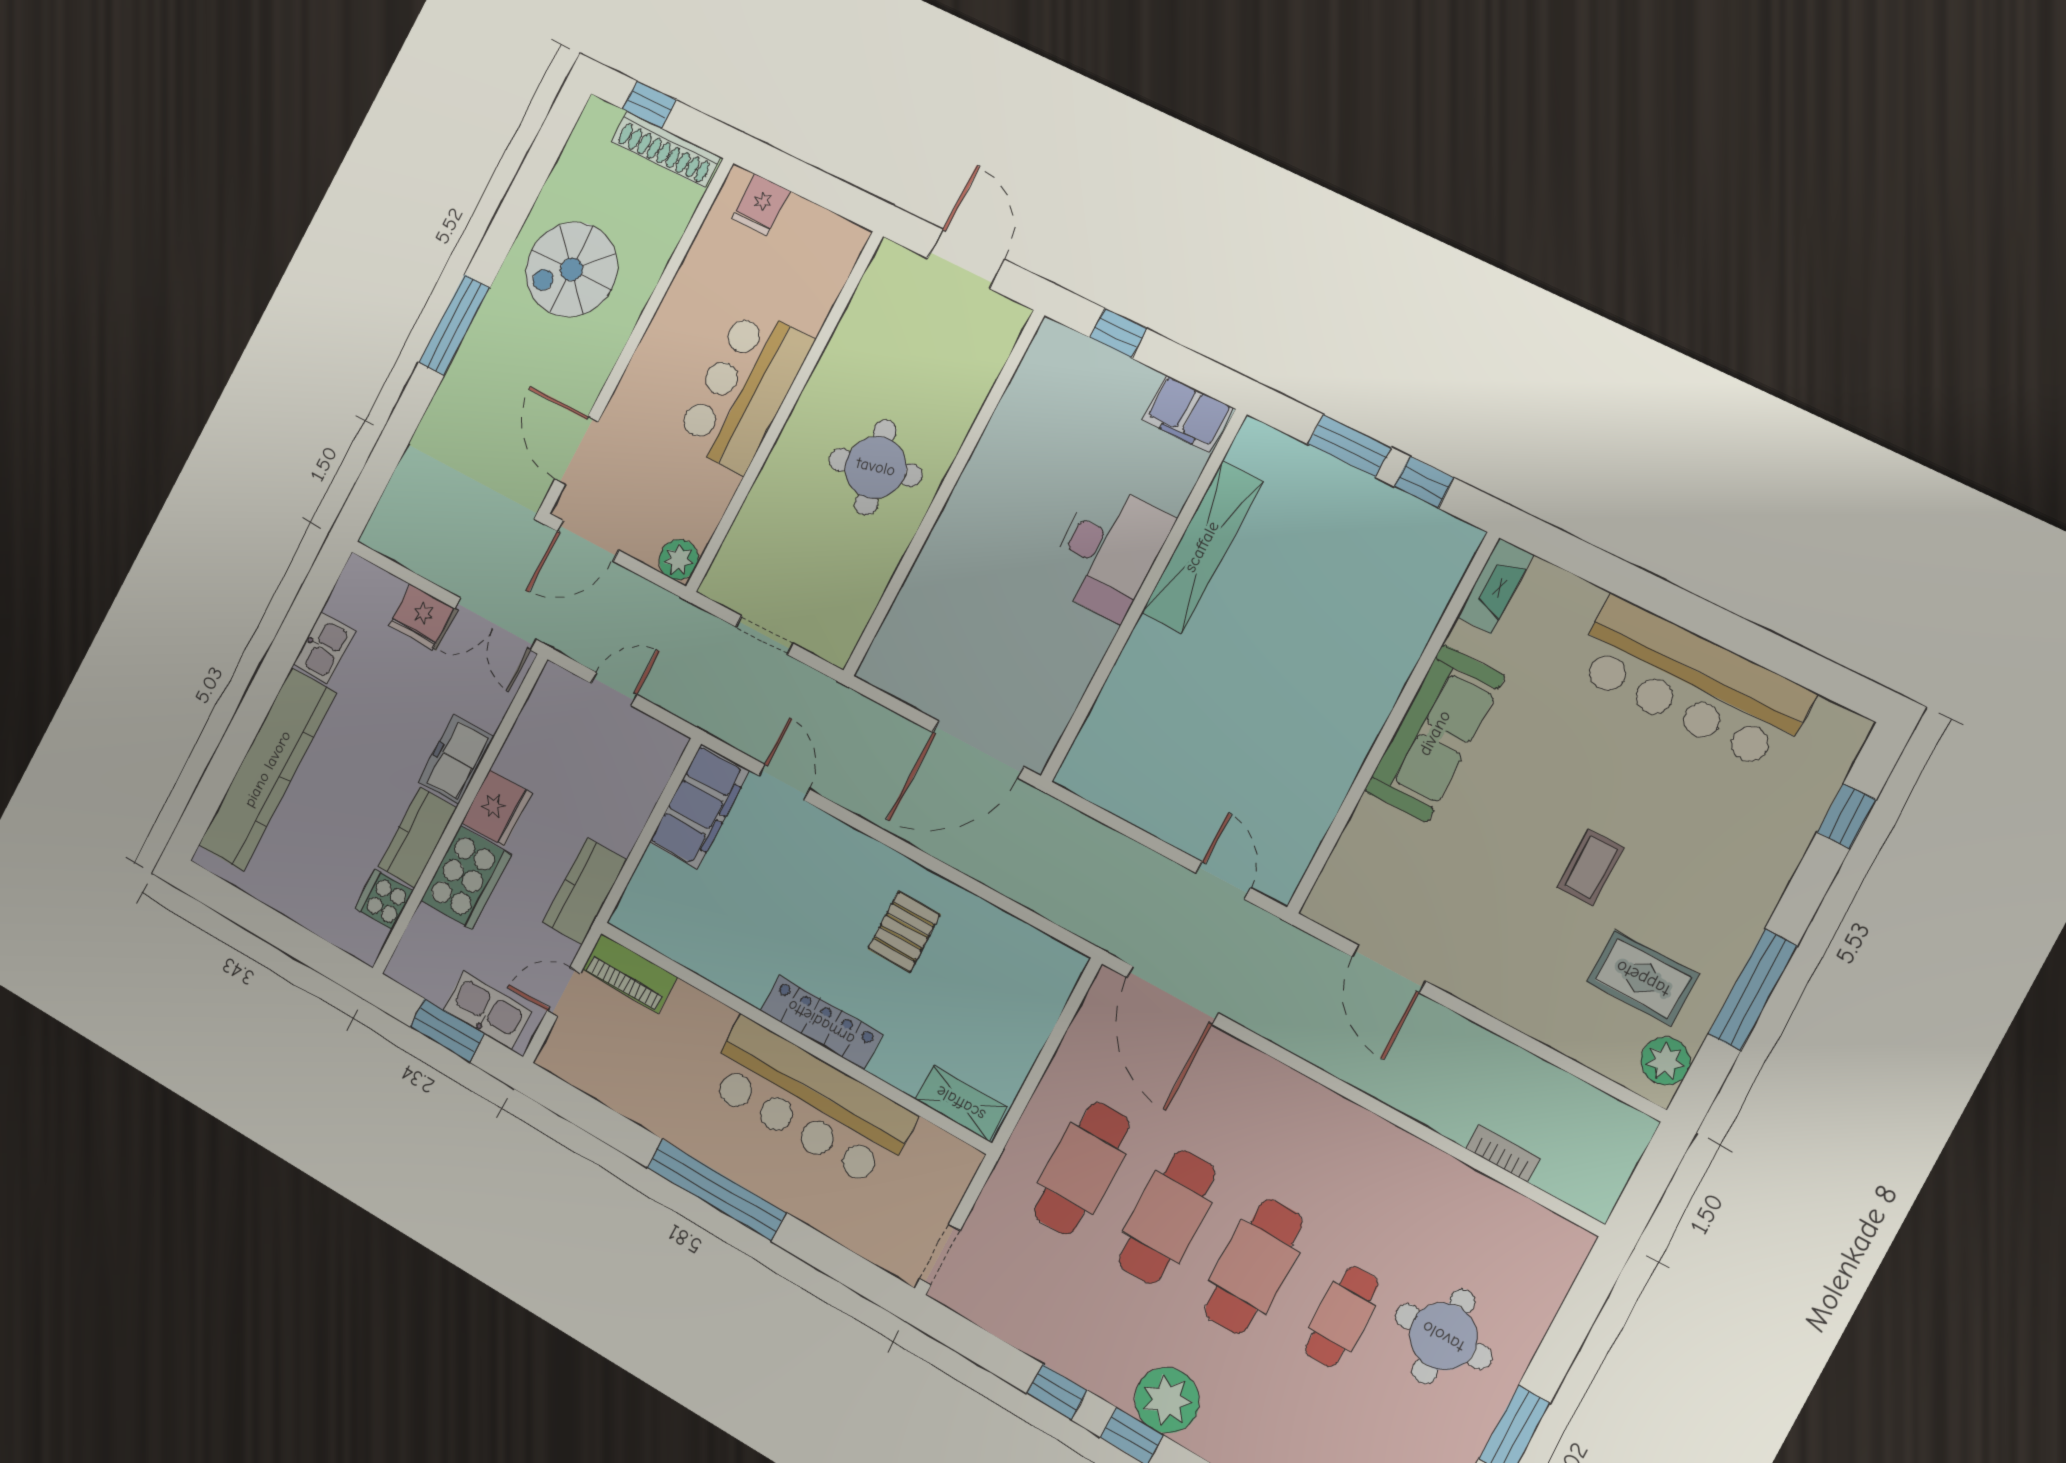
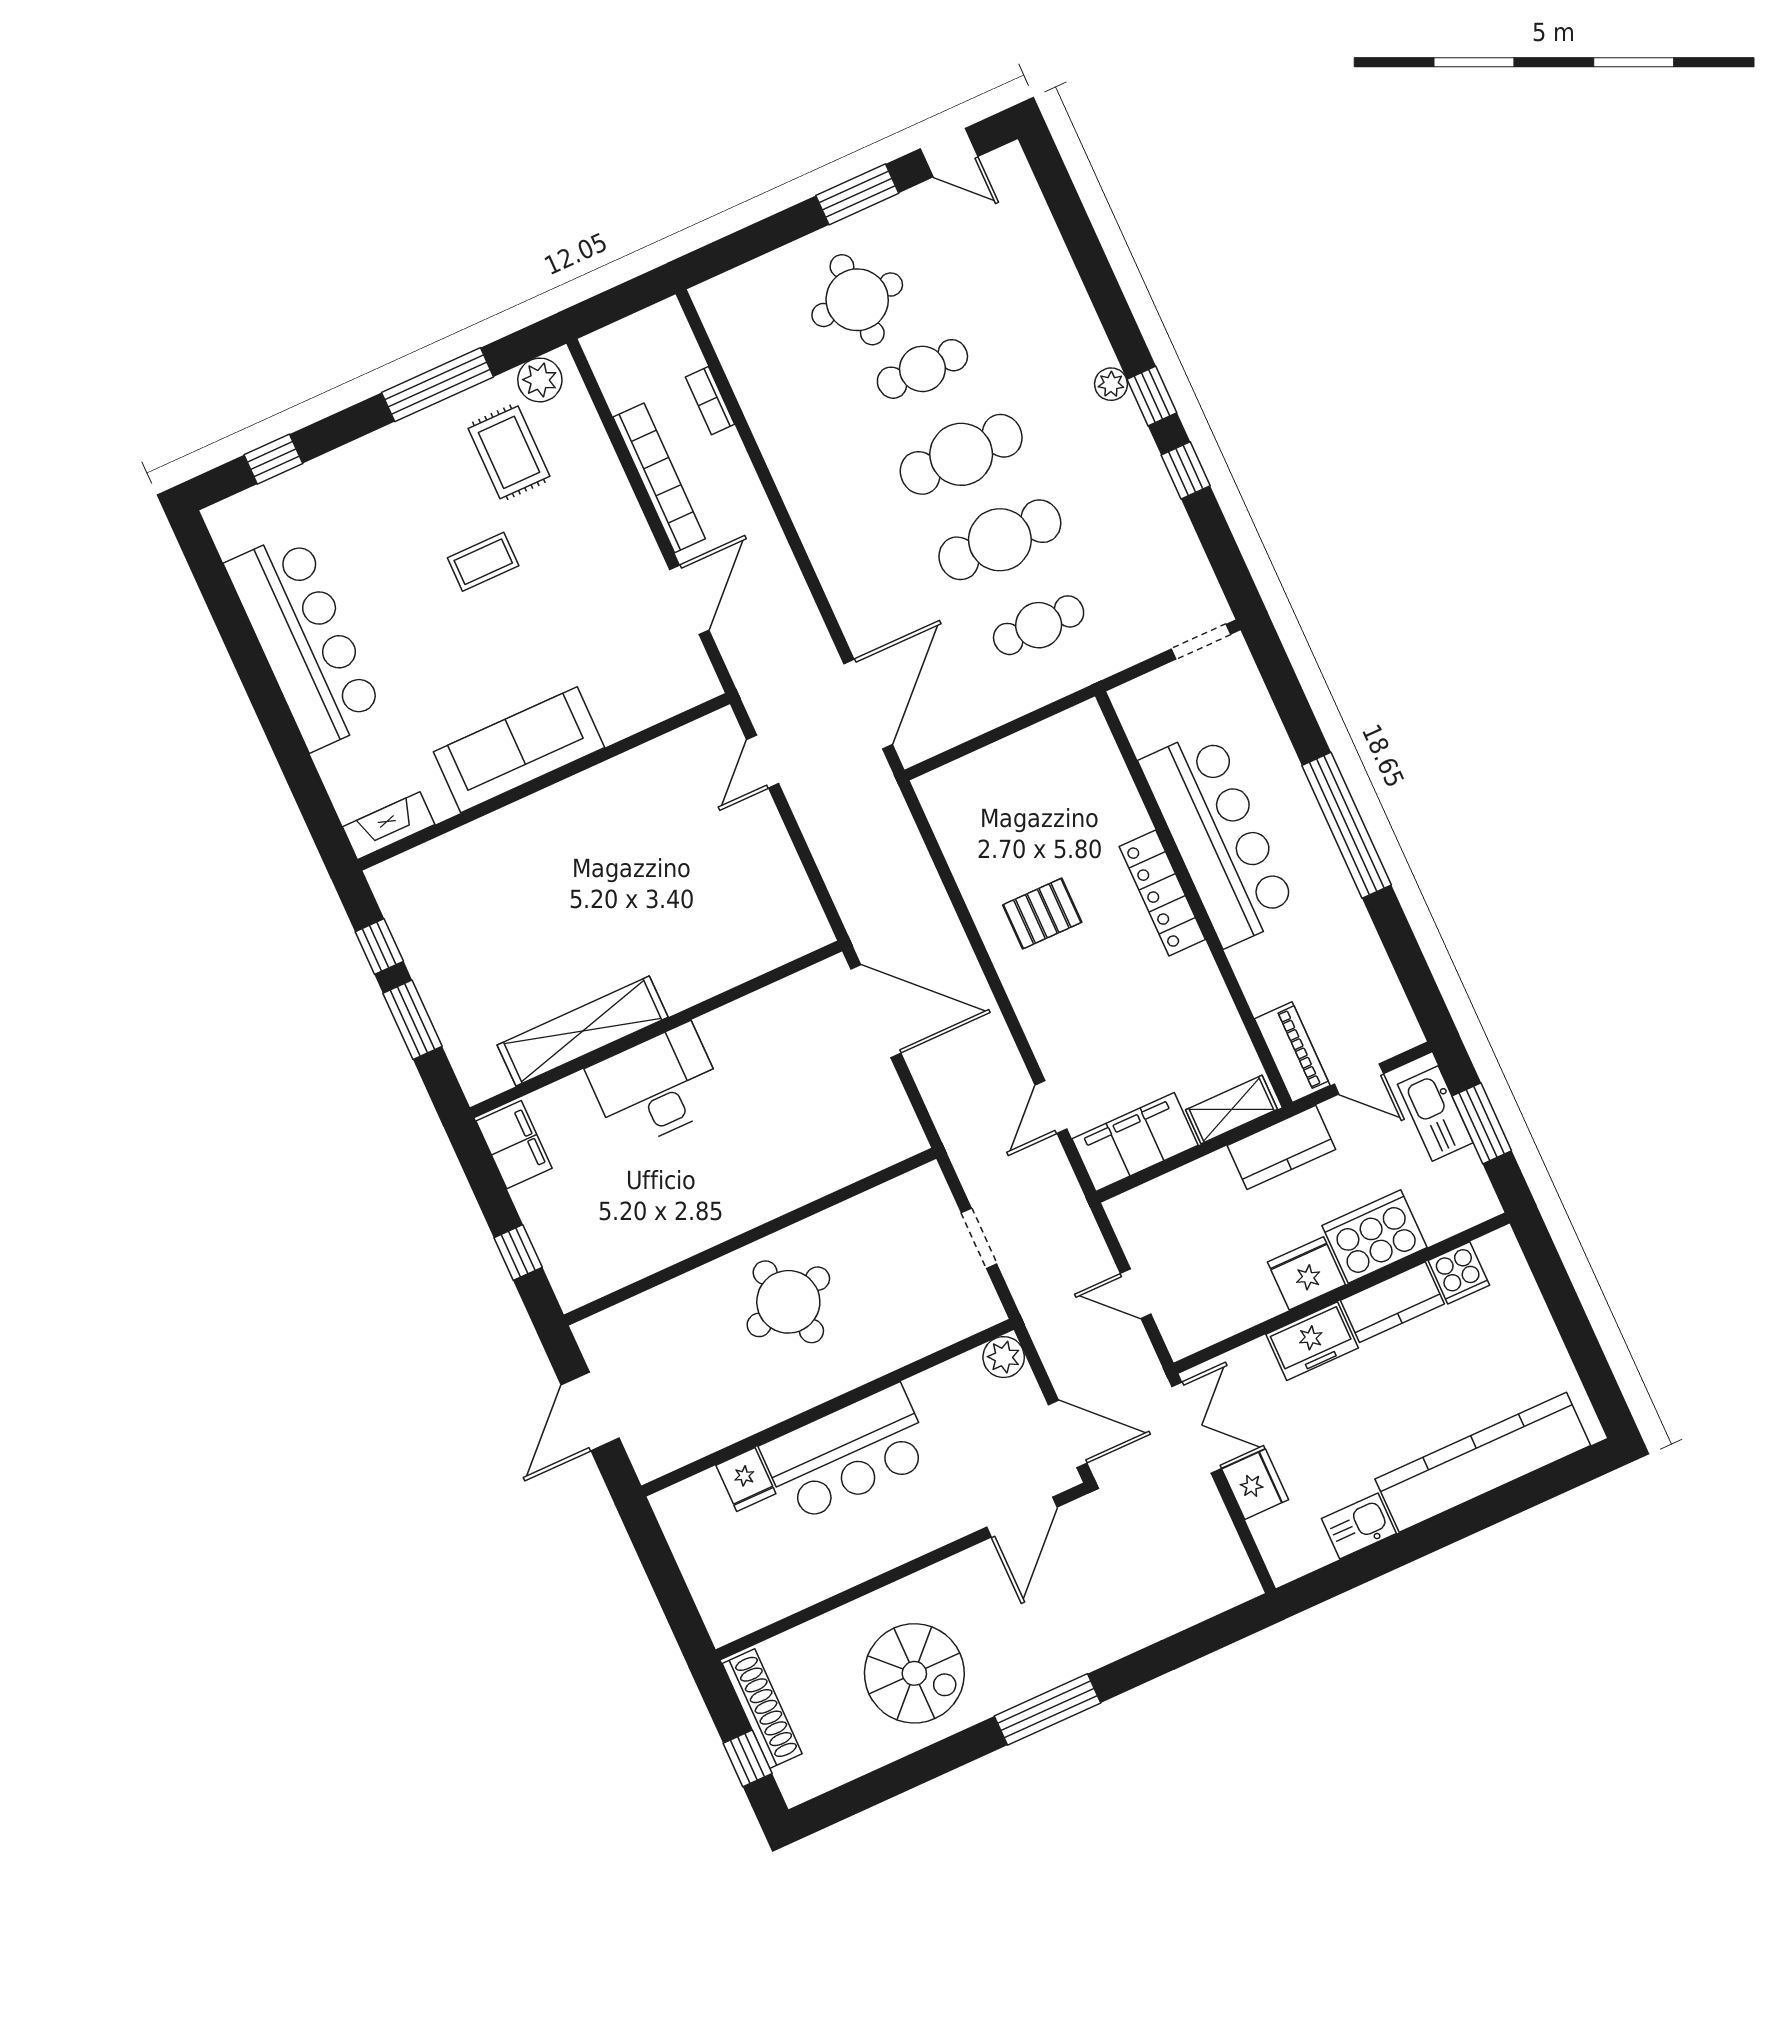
fridge: (761, 205) -> (746, 1480), moved, turned 90
bookcase: (1495, 1054) -> (659, 478), added
shelving: (961, 1103) -> (1231, 1110), moved, turned 90
cafe table: (1082, 1168) -> (1039, 625), width x0.73, depth x0.74
plant: (1167, 1400) -> (1111, 384), width x0.53, depth x0.53

